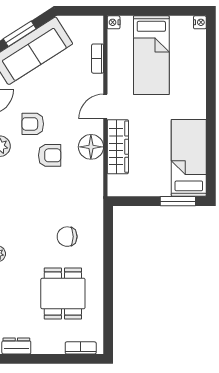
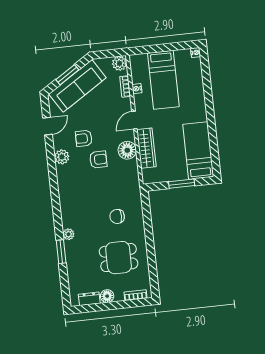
nightstand: (114, 22) -> (137, 89), moved
plant: (93, 26) -> (119, 63), added
window: (178, 201) -> (182, 184), moved
dining table: (63, 293) -> (119, 258), turned 90
floor lamp: (41, 345) -> (107, 296), added

